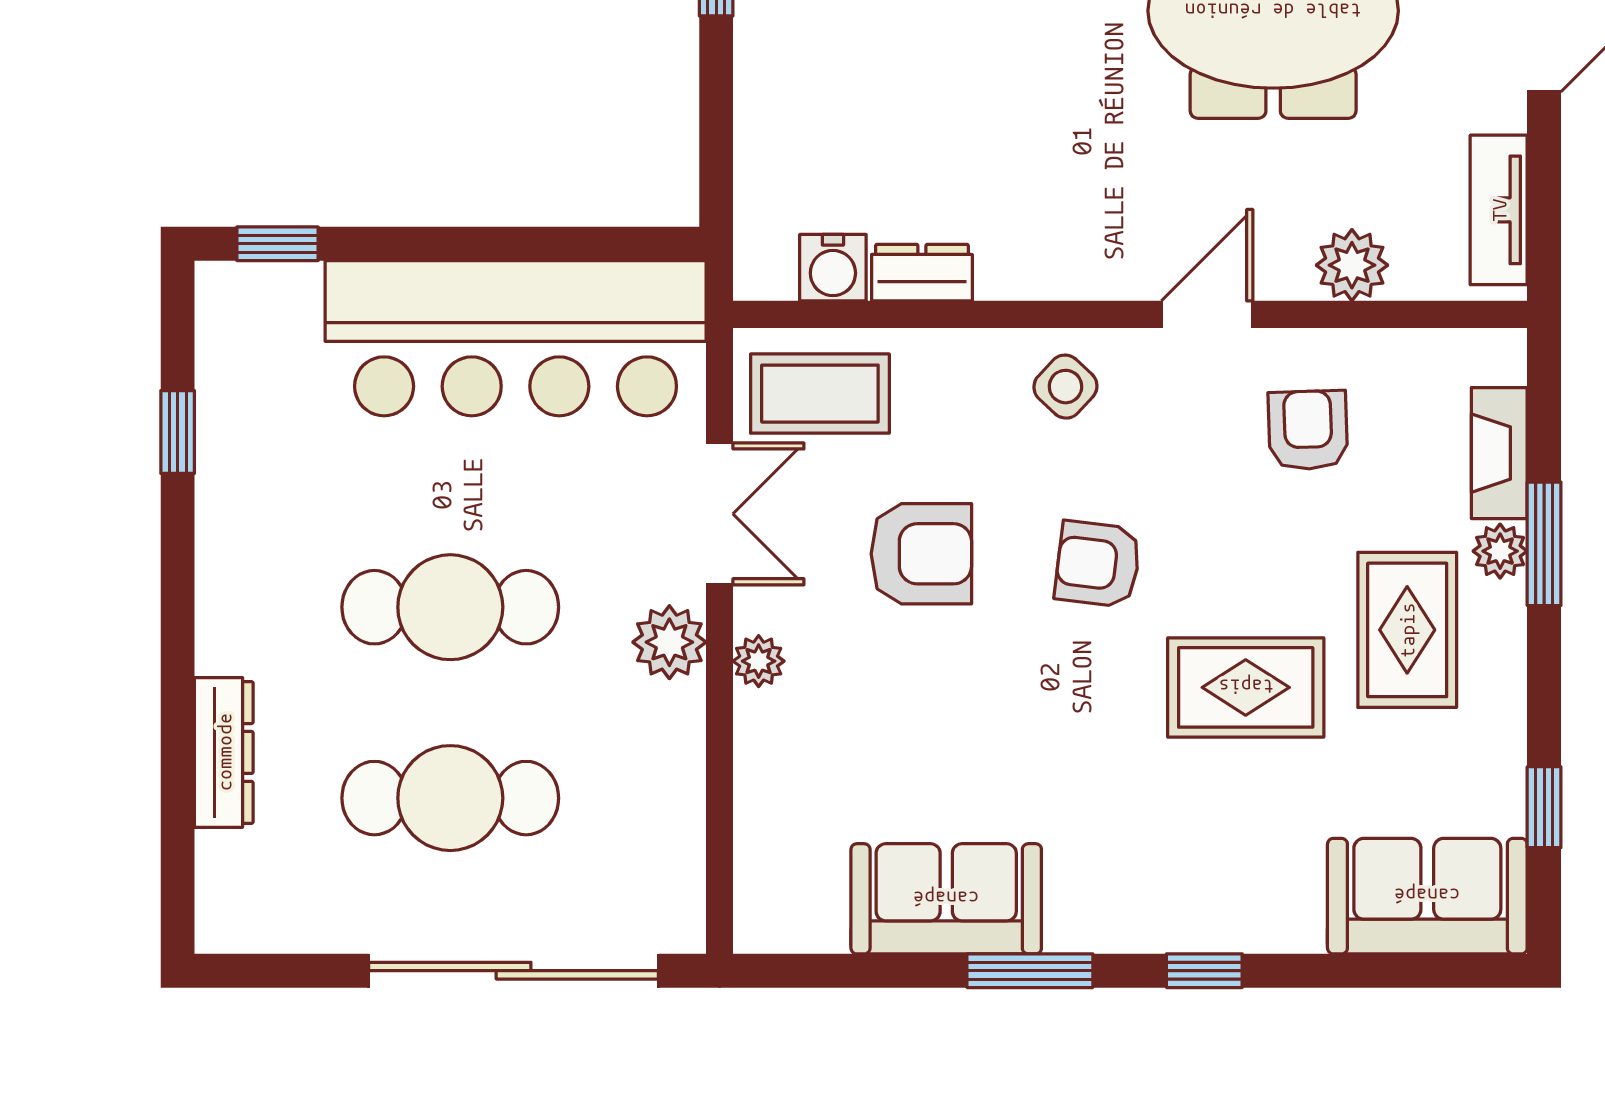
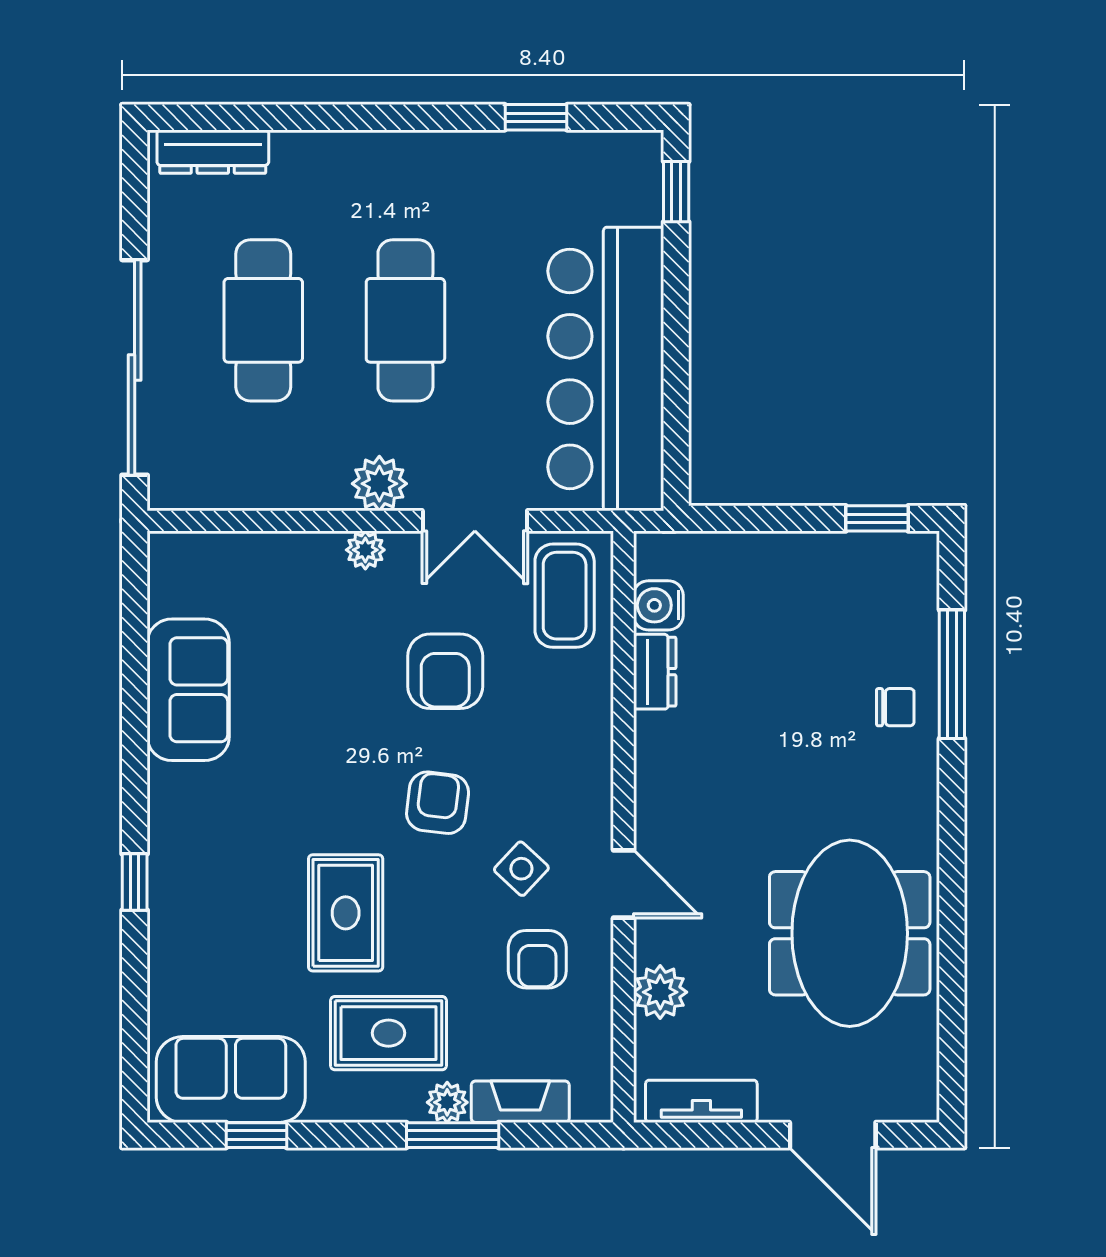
side table: (1065, 387) -> (521, 869), moved
armchair: (1308, 430) -> (537, 959), turned 92
dresser: (224, 752) -> (213, 152), moved
sofa: (1427, 896) -> (231, 1080), moved, turned -90
window: (1030, 971) -> (135, 752), removed

